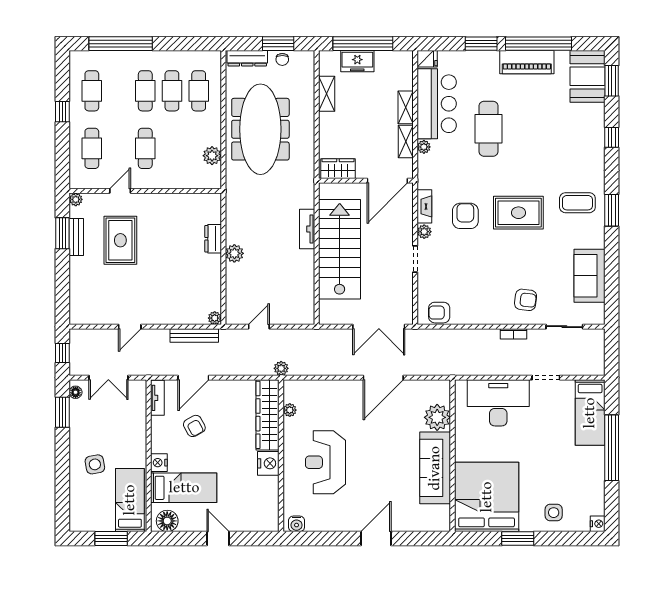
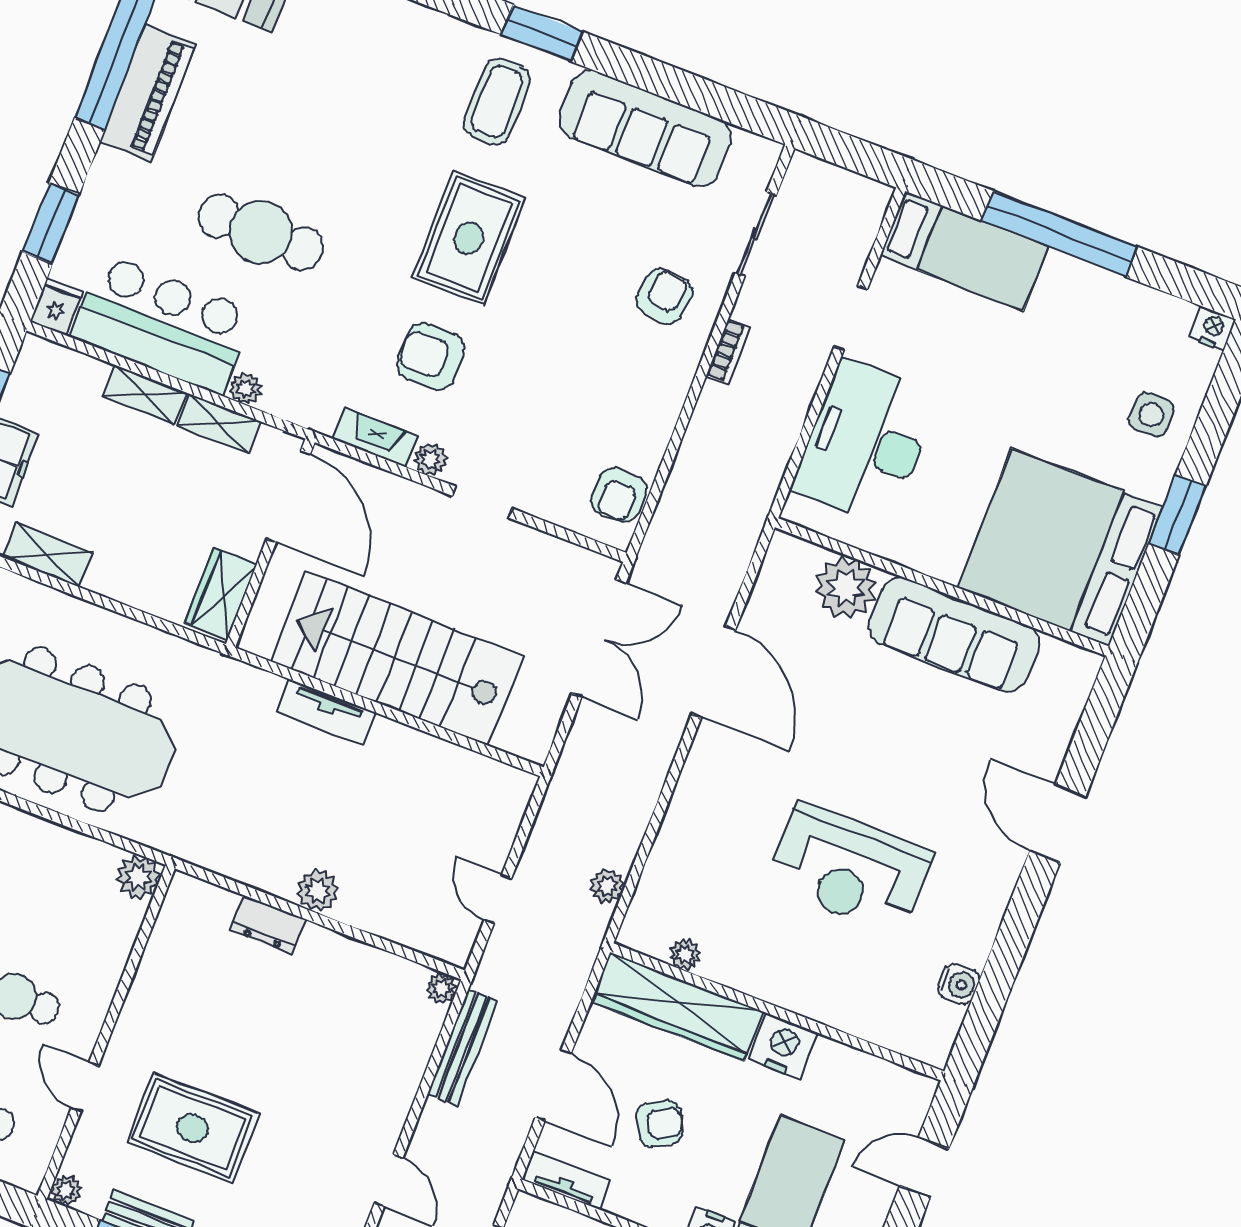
window: (481, 44) -> (51, 223), moved
plant: (212, 156) -> (138, 877), moved
sofa: (589, 276) -> (645, 129), width x1.36
plant: (290, 410) -> (685, 954), moved
wardrobe: (268, 415) -> (677, 1007), moved
wall: (281, 456) -> (777, 1012), moved
nightstand: (268, 463) -> (783, 1046), moved

